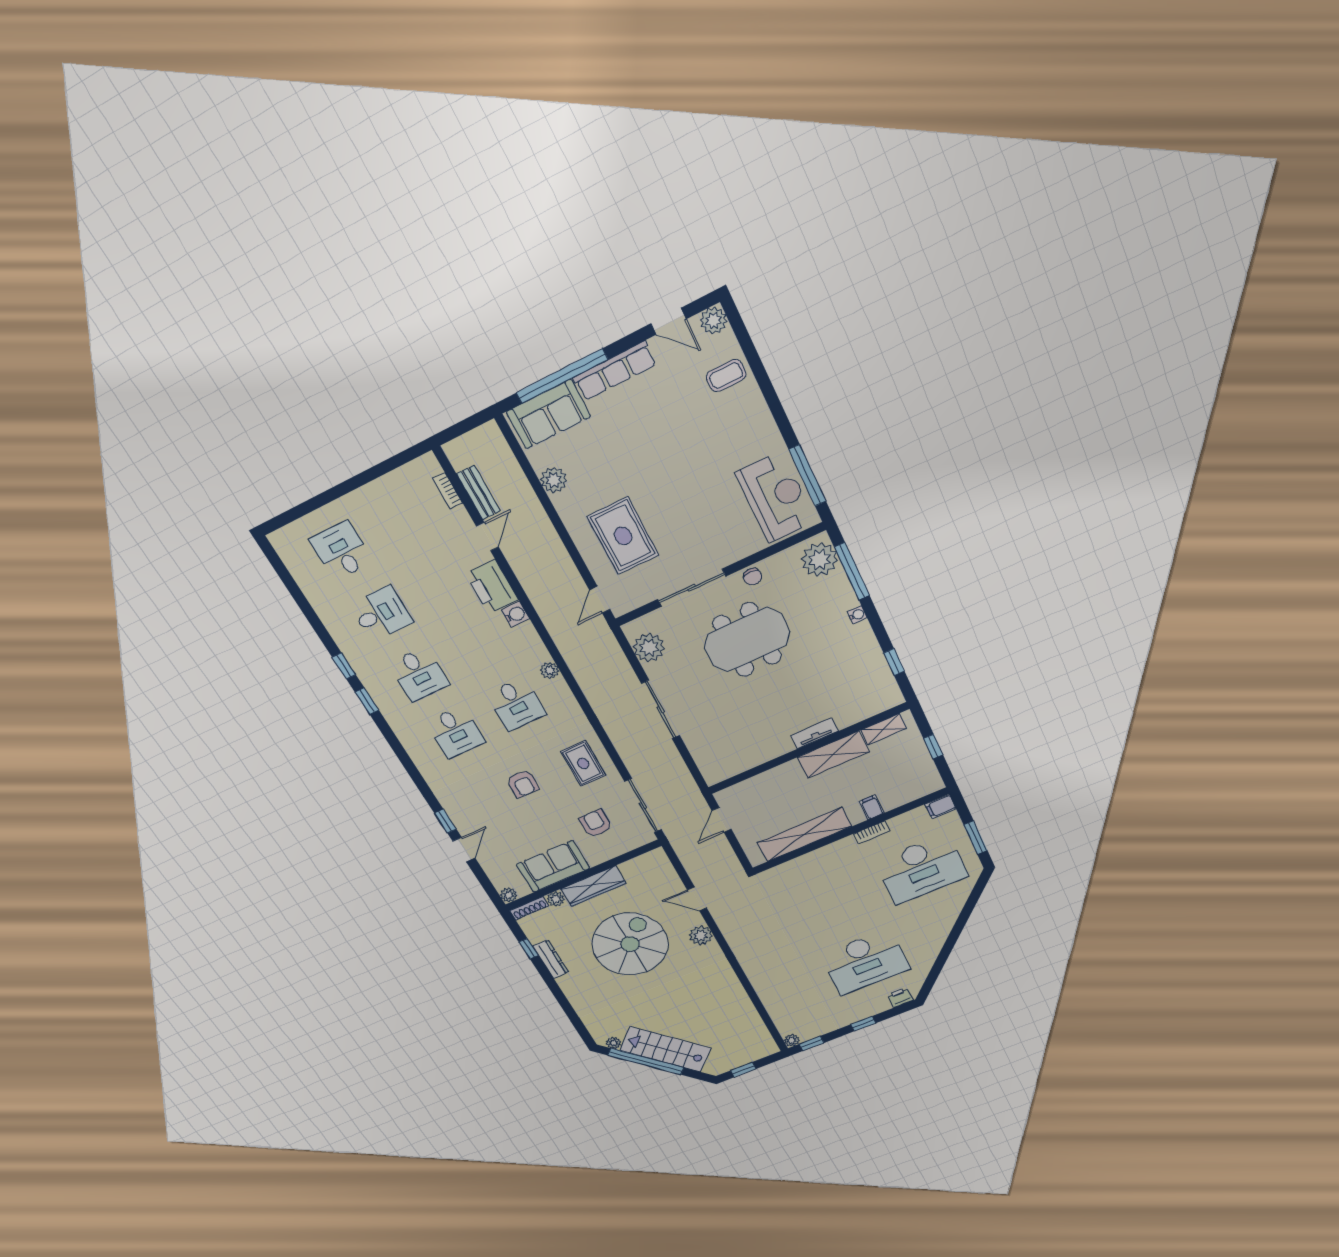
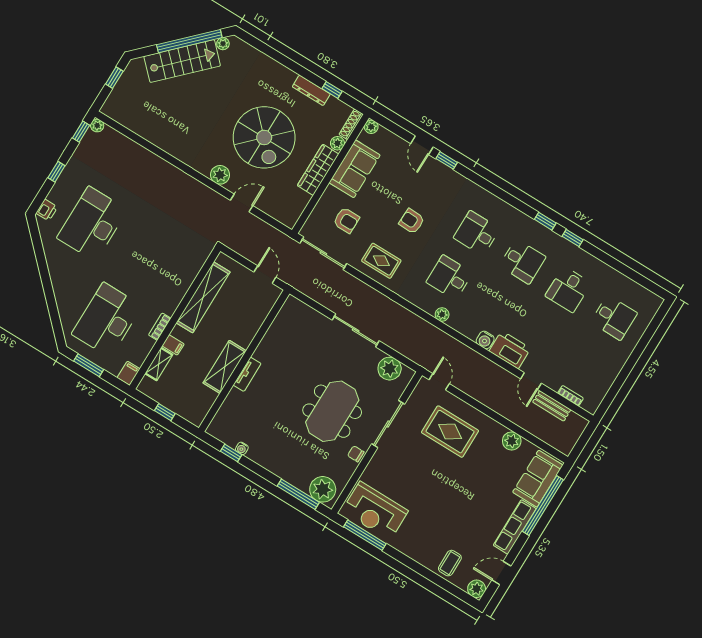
water cooler: (857, 615) -> (242, 448), moved
desk: (419, 674) -> (522, 261), turned 180
shelving: (884, 729) -> (159, 364), moved

